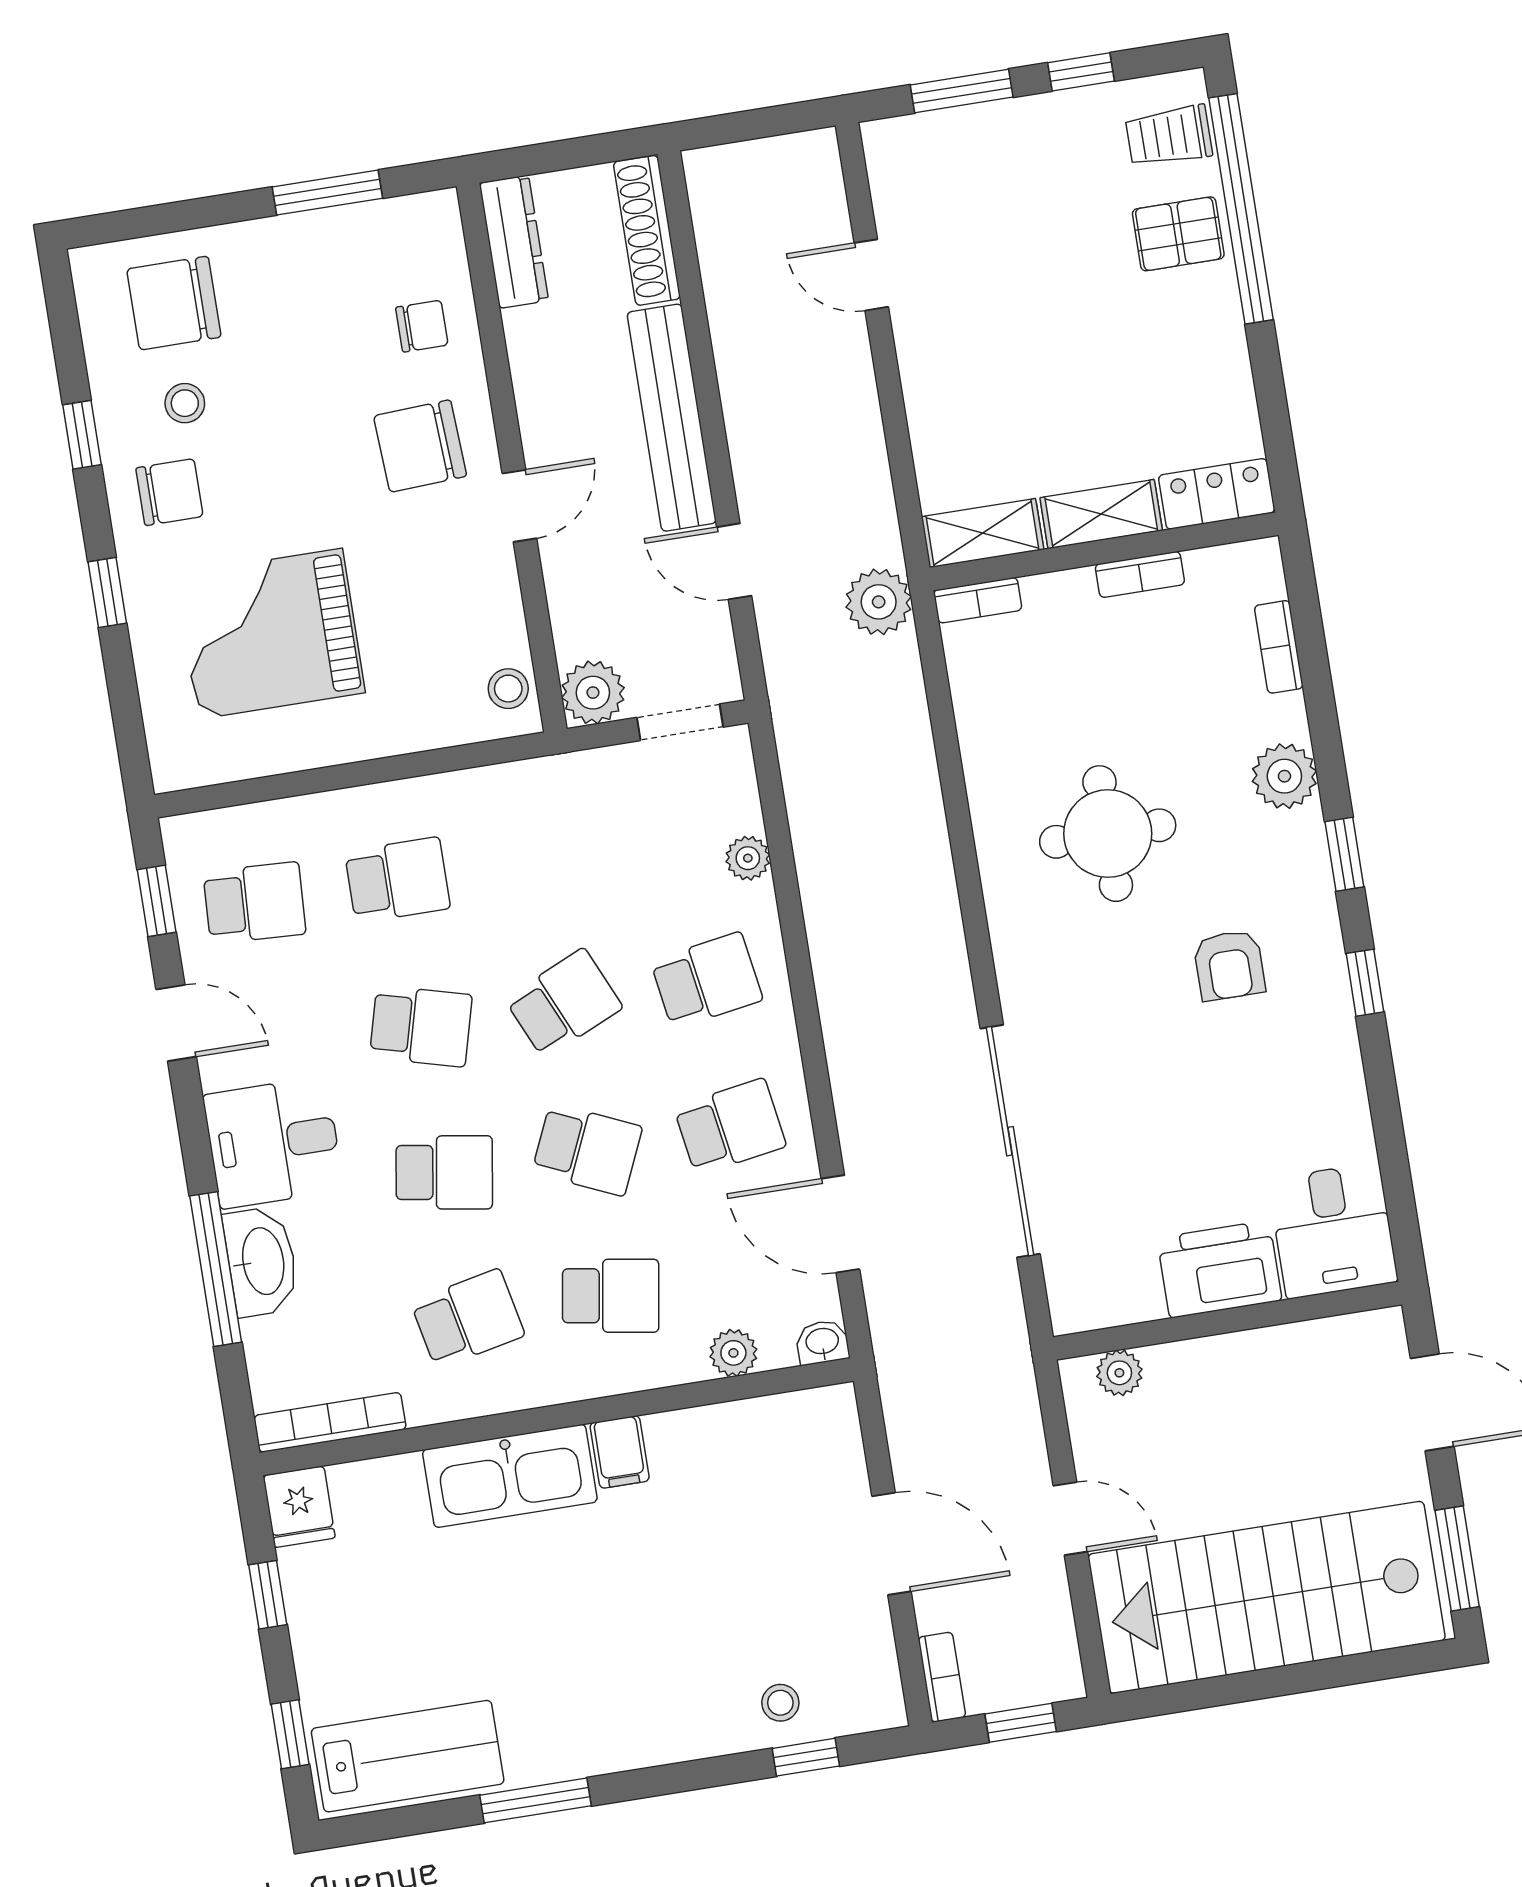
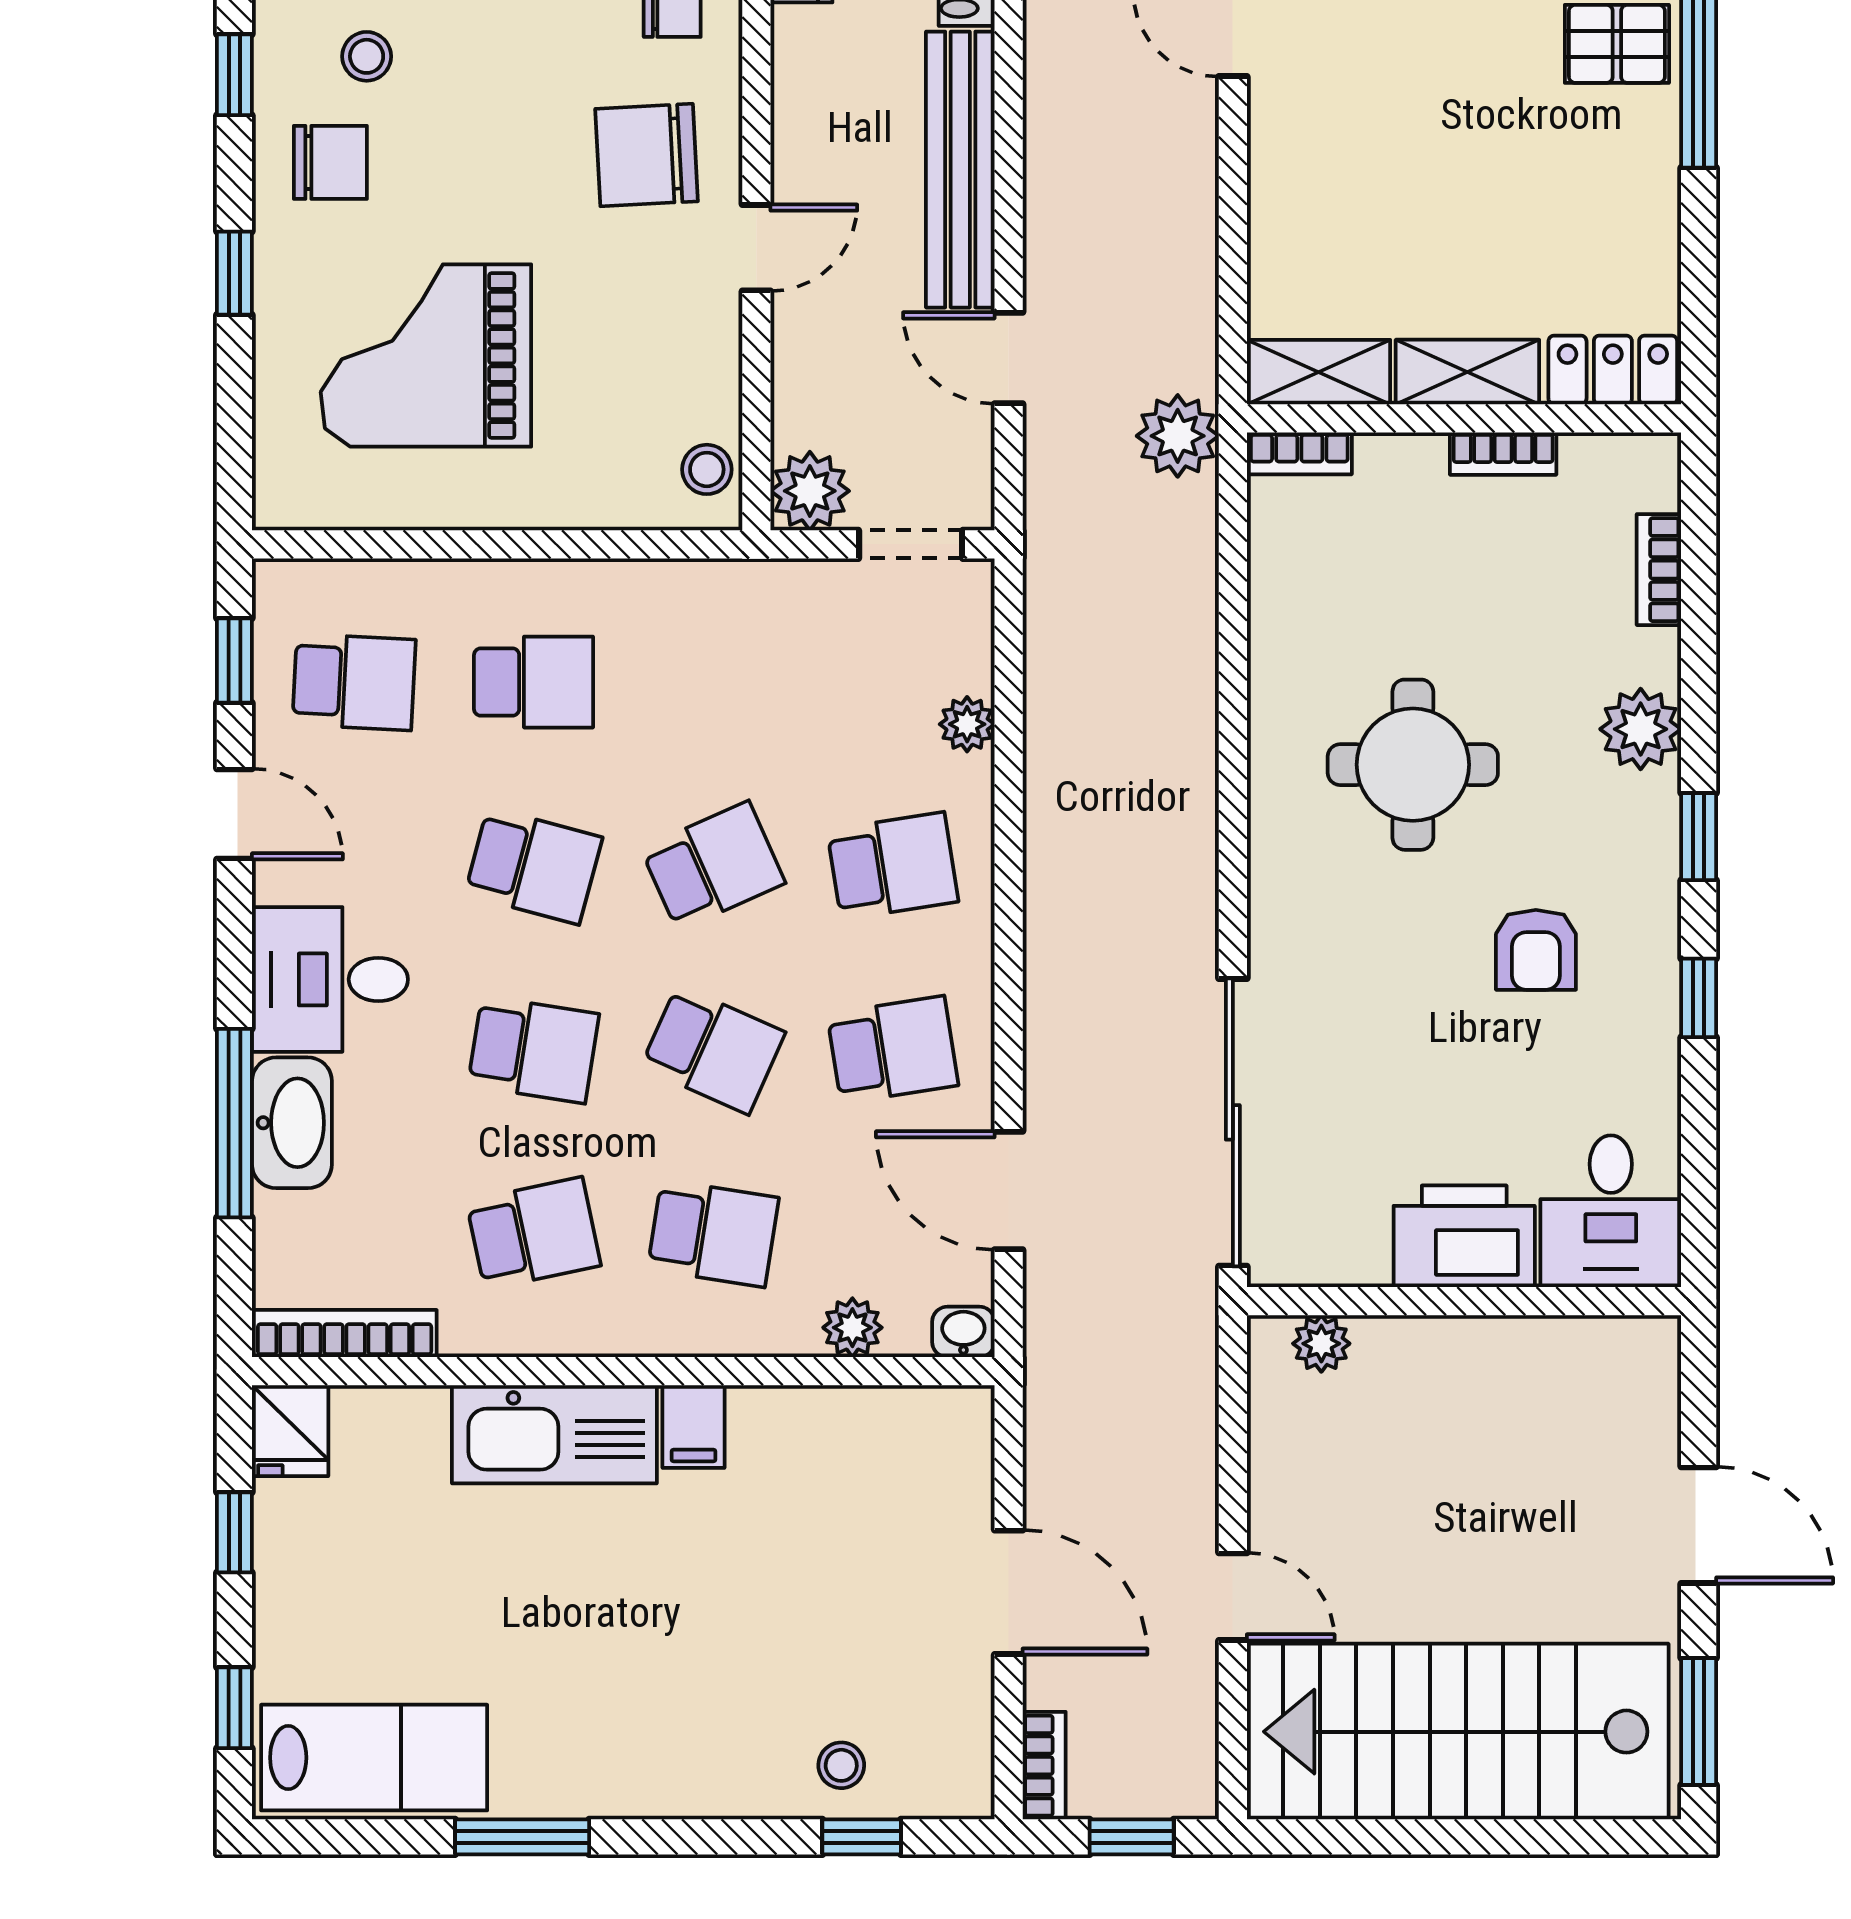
desk: (1333, 1231) -> (1611, 1211), moved
printer: (1219, 1269) -> (1464, 1236), moved
wall: (1228, 1321) -> (1464, 1301), moved
plant: (1119, 1373) -> (1321, 1344), moved

